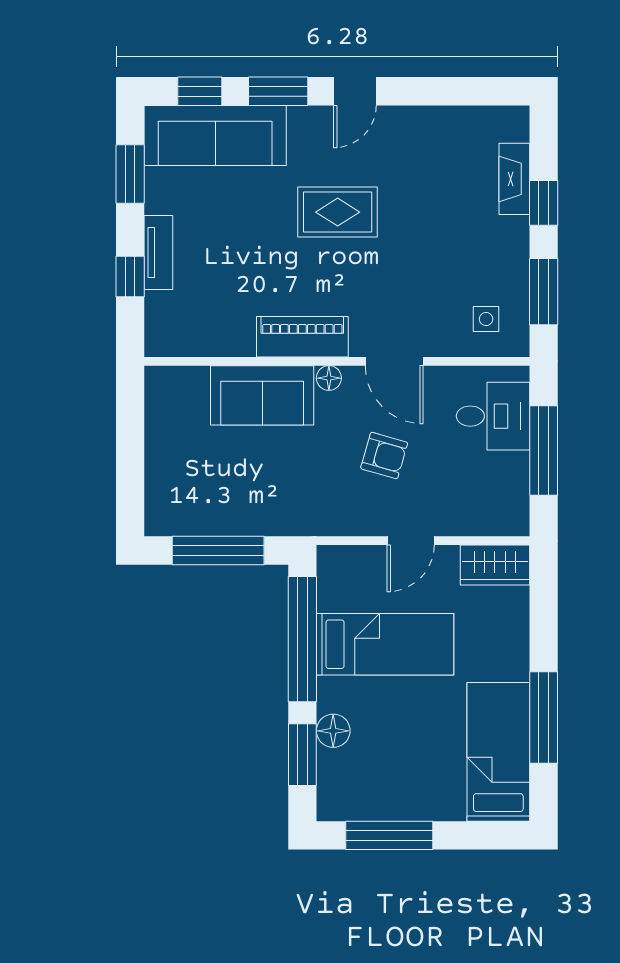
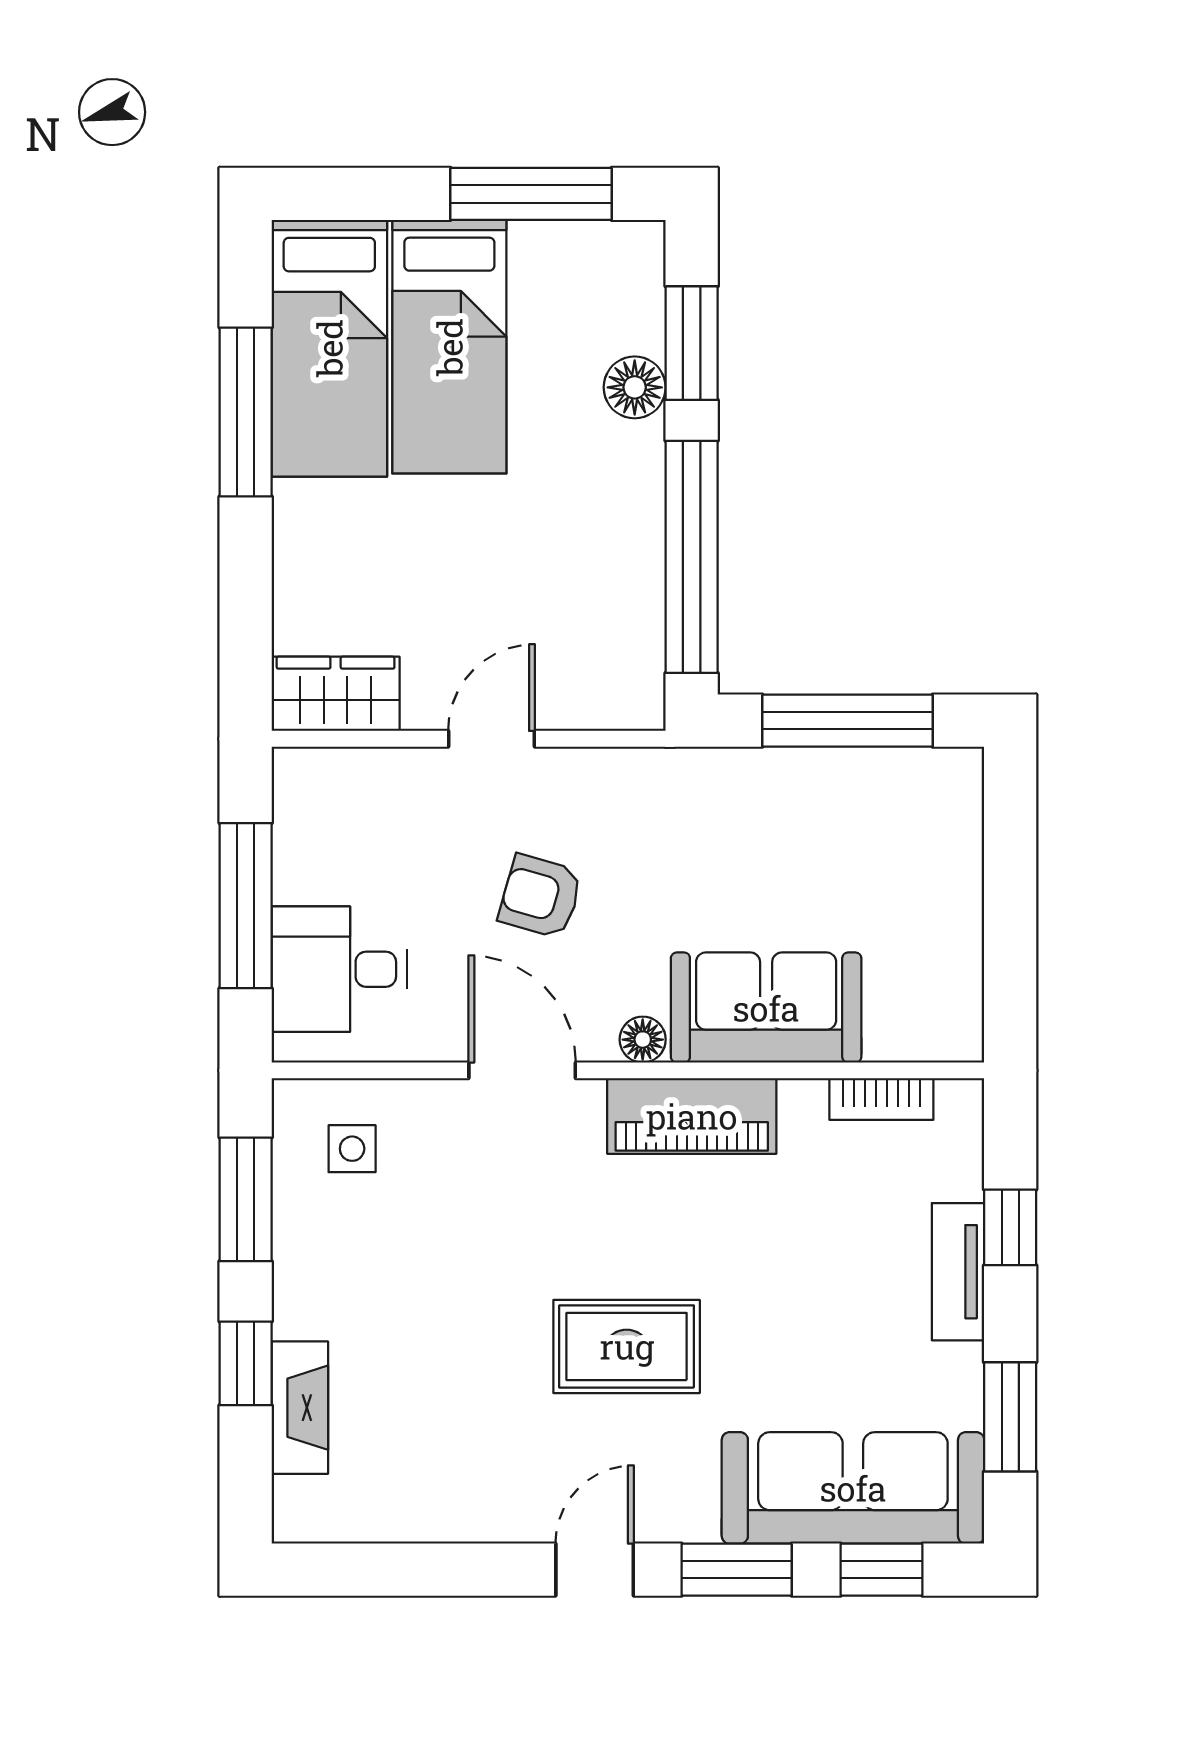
bookcase: (200, 346) -> (881, 1099), added
bed: (385, 644) -> (449, 347), moved, turned -90

